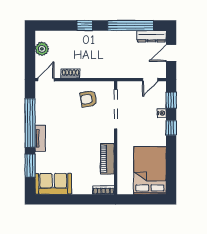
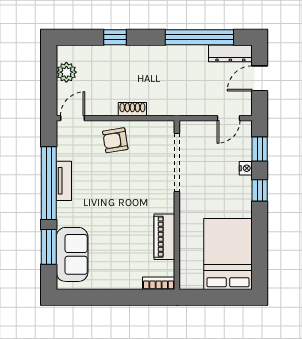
window: (85, 25) -> (115, 37), moved
shoe rack: (70, 74) -> (132, 109), moved
armchair: (88, 99) -> (115, 140), moved
tv unit: (40, 138) -> (64, 181), moved
sofa: (53, 184) -> (72, 254), moved, turned 90

